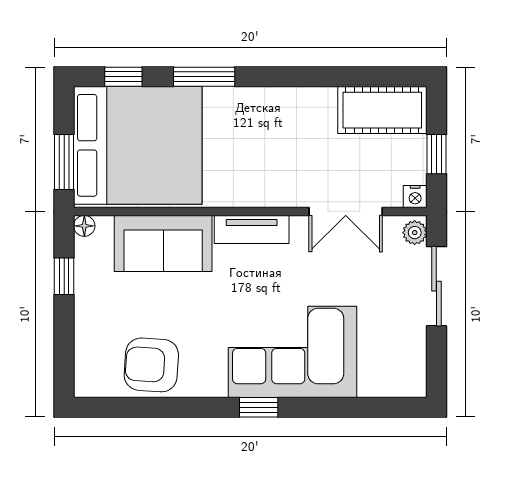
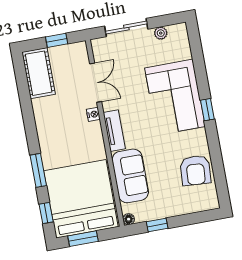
window: (64, 162) -> (83, 239), moved
nightstand: (415, 196) -> (93, 114), moved
plant: (415, 233) -> (161, 33), moved

